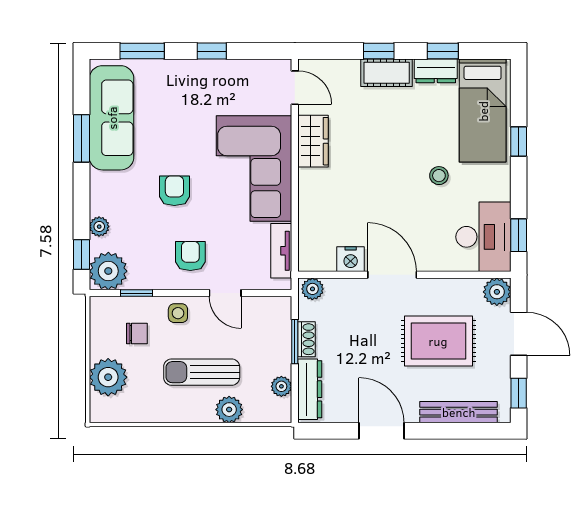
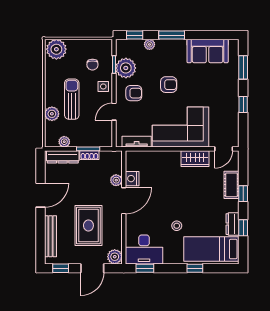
cot: (387, 73) -> (232, 185), moved
sofa: (112, 118) -> (208, 51), width x0.73
window: (81, 138) -> (172, 35), moved
plant: (108, 271) -> (126, 68), moved
plant: (312, 289) -> (116, 180), moved
plant: (108, 377) -> (56, 49), moved

